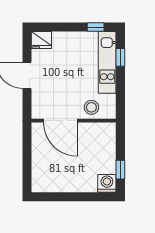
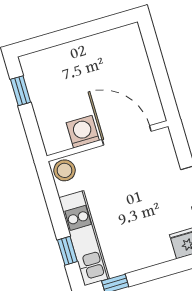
stool: (91, 107) -> (65, 170), moved
washing machine: (107, 183) -> (83, 132), moved, turned 180

